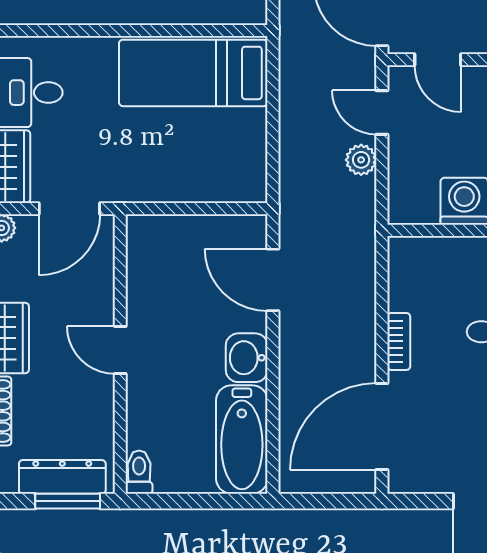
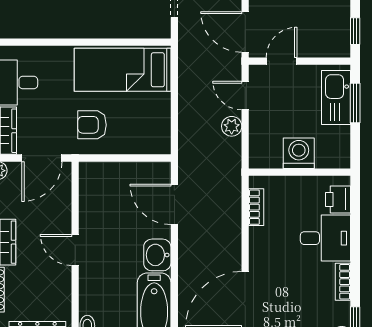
door: (438, 60) -> (282, 61), swing flipped
armchair: (146, 157) -> (92, 125), added
bookcase: (399, 341) -> (256, 207), moved

